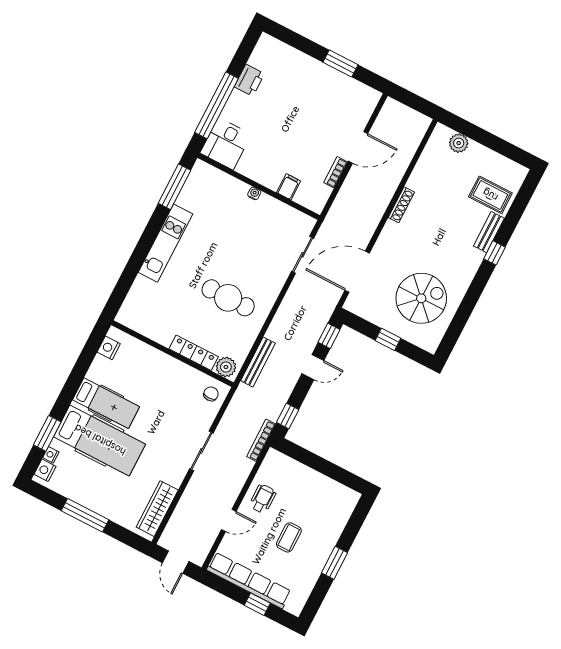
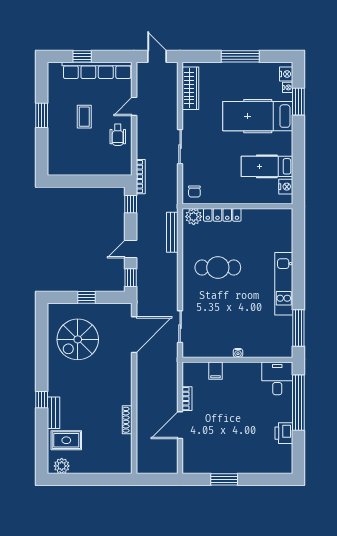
plant: (459, 143) -> (62, 466), moved
shoe rack: (401, 205) -> (127, 420), moved
hospital bed: (106, 403) -> (267, 166), moved

